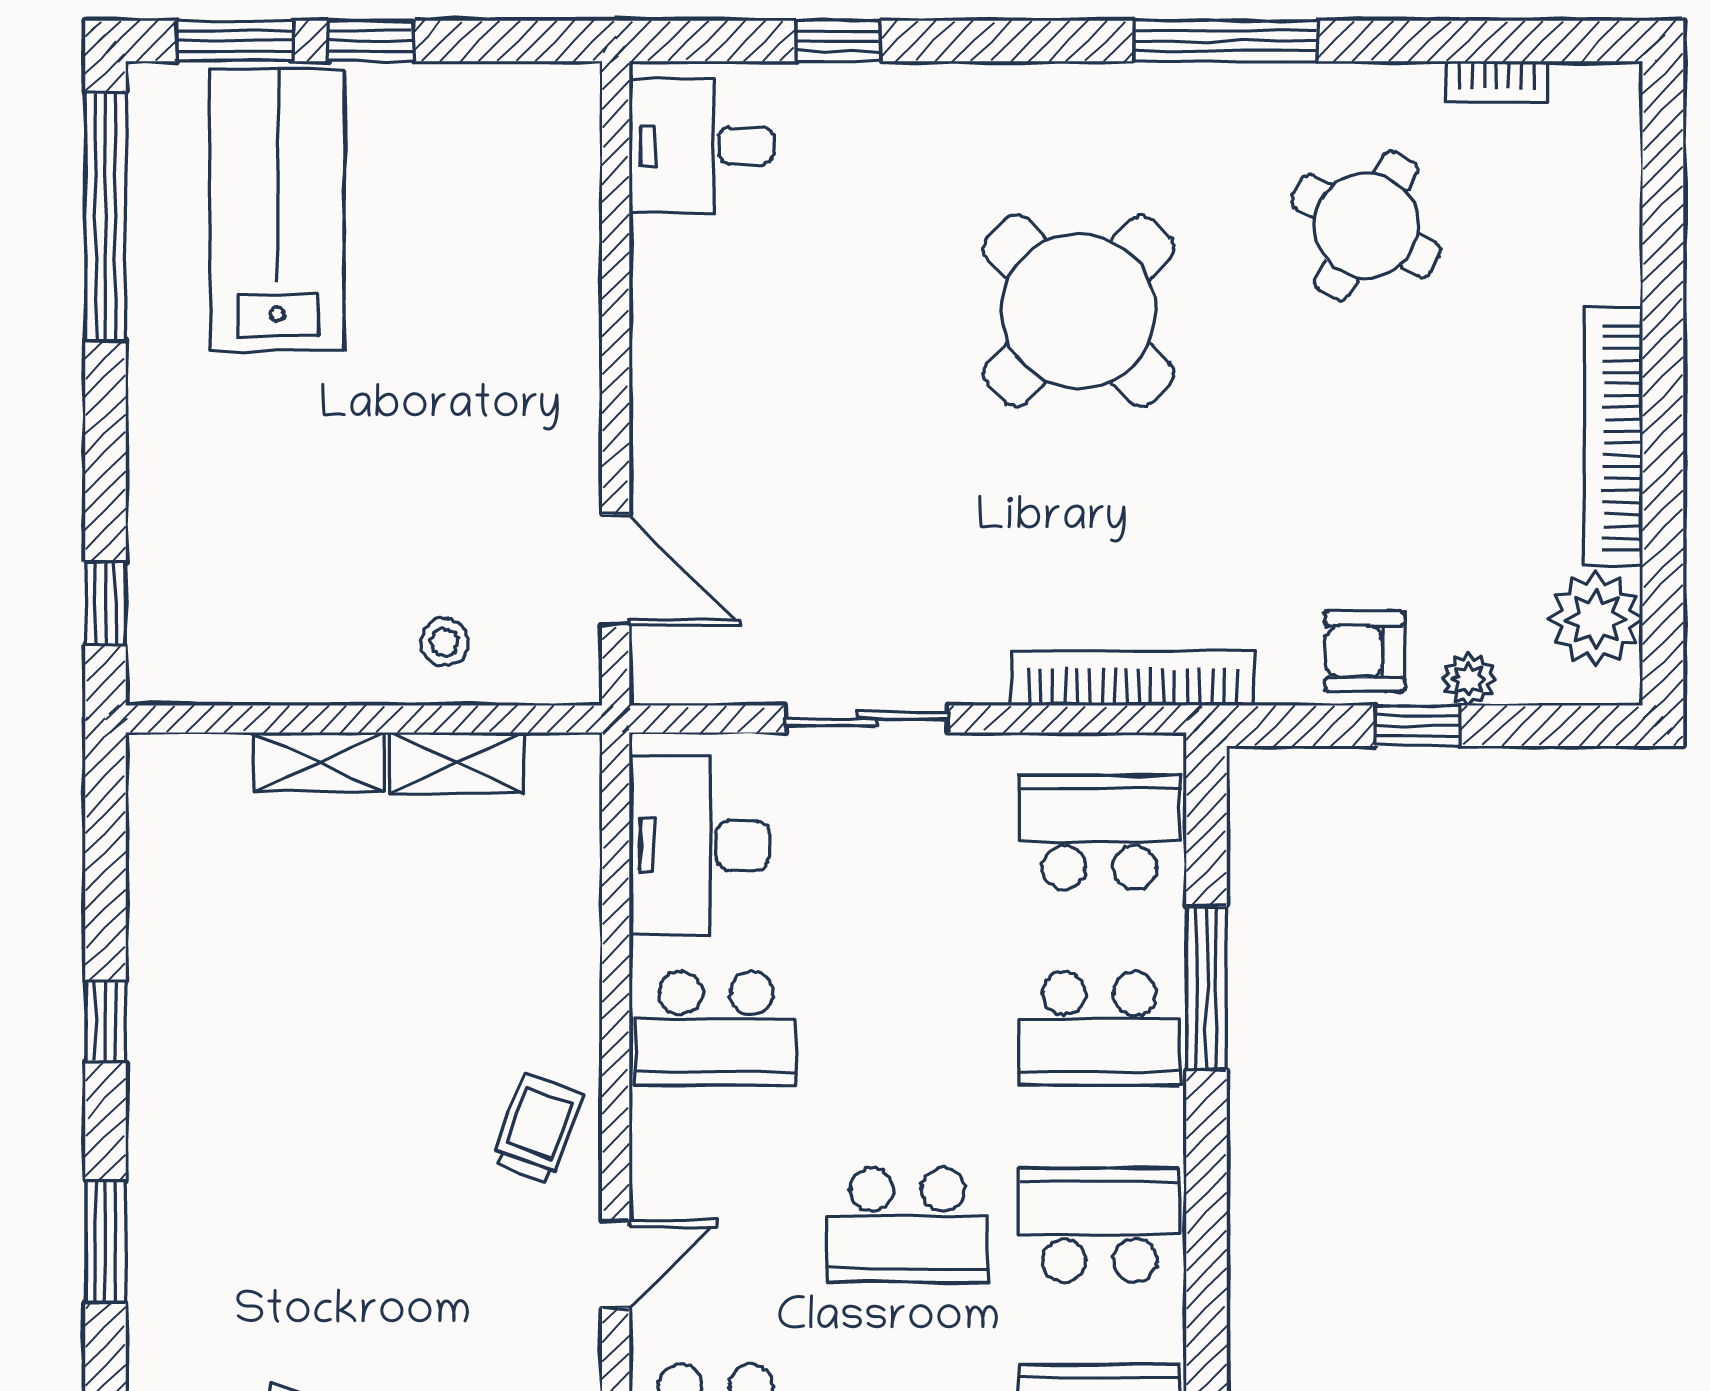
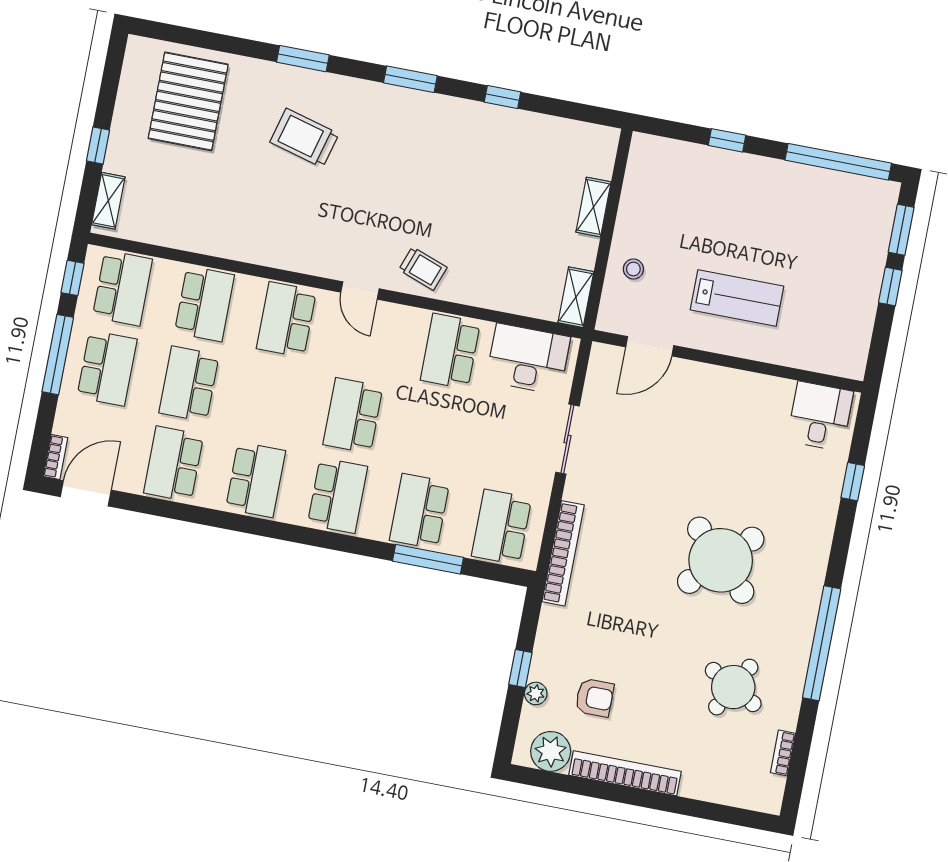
window: (1225, 41) -> (822, 643), width x1.46
lab bench: (277, 210) -> (737, 298), moved, width x0.73, depth x0.72
window: (105, 603) -> (727, 140), moved
armchair: (1365, 651) -> (595, 698), moved, turned 90
shelving: (457, 763) -> (576, 297), moved
school desk: (1099, 832) -> (501, 527), turned 180

